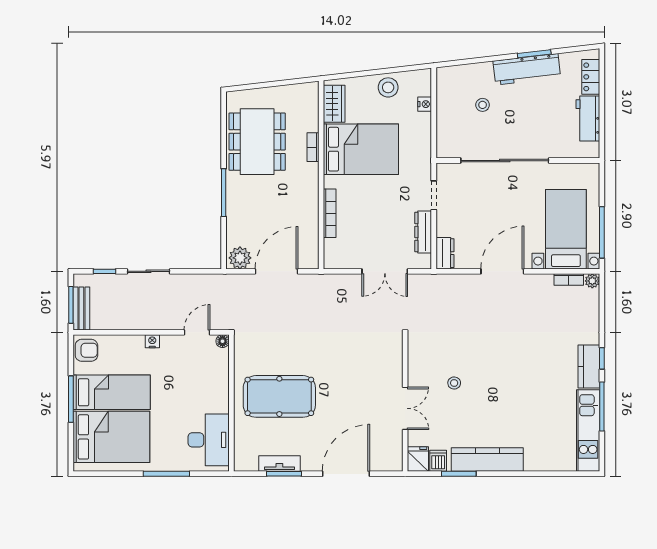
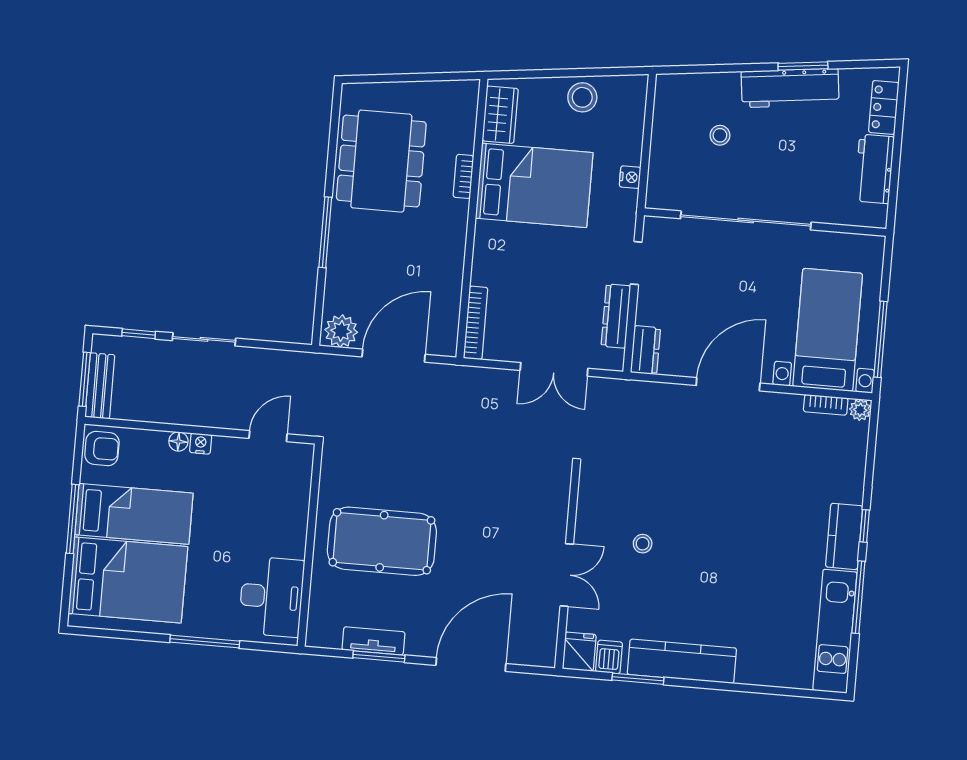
nightstand: (425, 104) -> (630, 177), moved
bookcase: (330, 213) -> (476, 323), moved
floor lamp: (223, 341) -> (178, 441), moved

